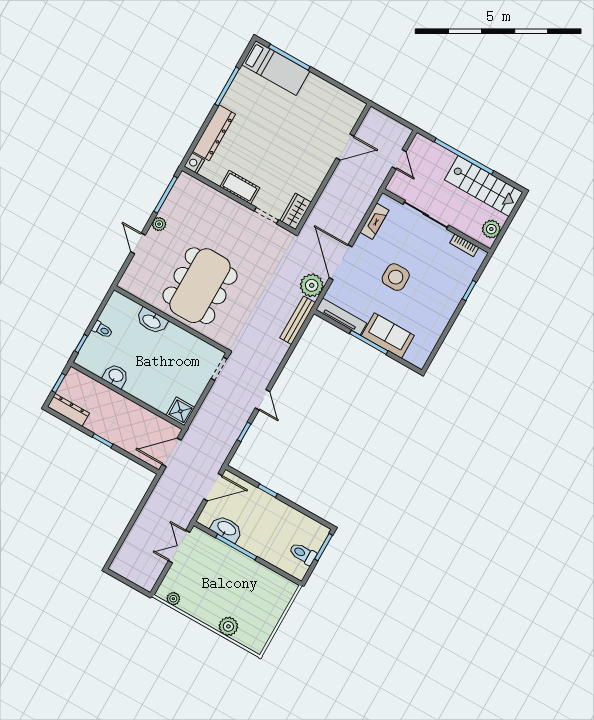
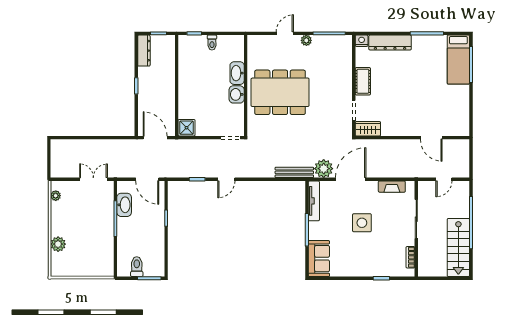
plant: (491, 229) -> (432, 270), removed
sofa: (388, 336) -> (319, 259), moved
washbasin: (116, 376) -> (237, 94), moved, turned 180

